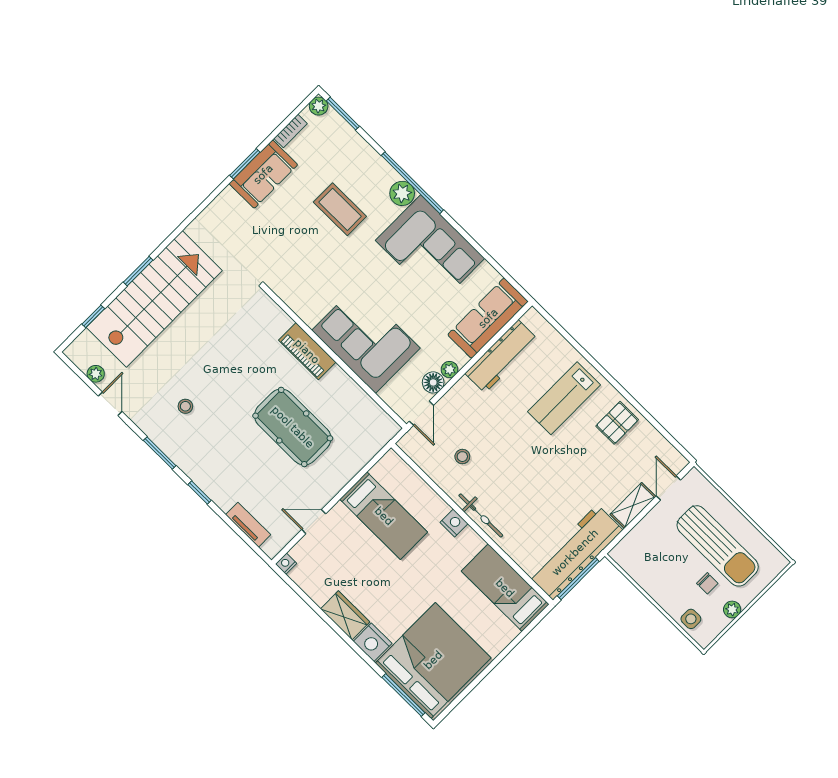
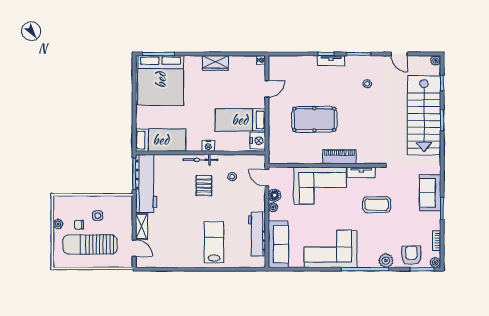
armchair: (339, 144) -> (411, 255), added
sofa: (263, 174) -> (430, 193), moved
plant: (402, 193) -> (386, 261), moved
coffee table: (340, 209) -> (377, 205), moved
tv unit: (300, 305) -> (361, 172), added
plant: (96, 374) -> (436, 60), moved
pallet: (617, 423) -> (204, 186), moved
tv unit: (248, 525) -> (331, 61), moved
side table: (691, 619) -> (98, 216), moved
nightstand: (373, 642) -> (258, 141), moved, turned 90

